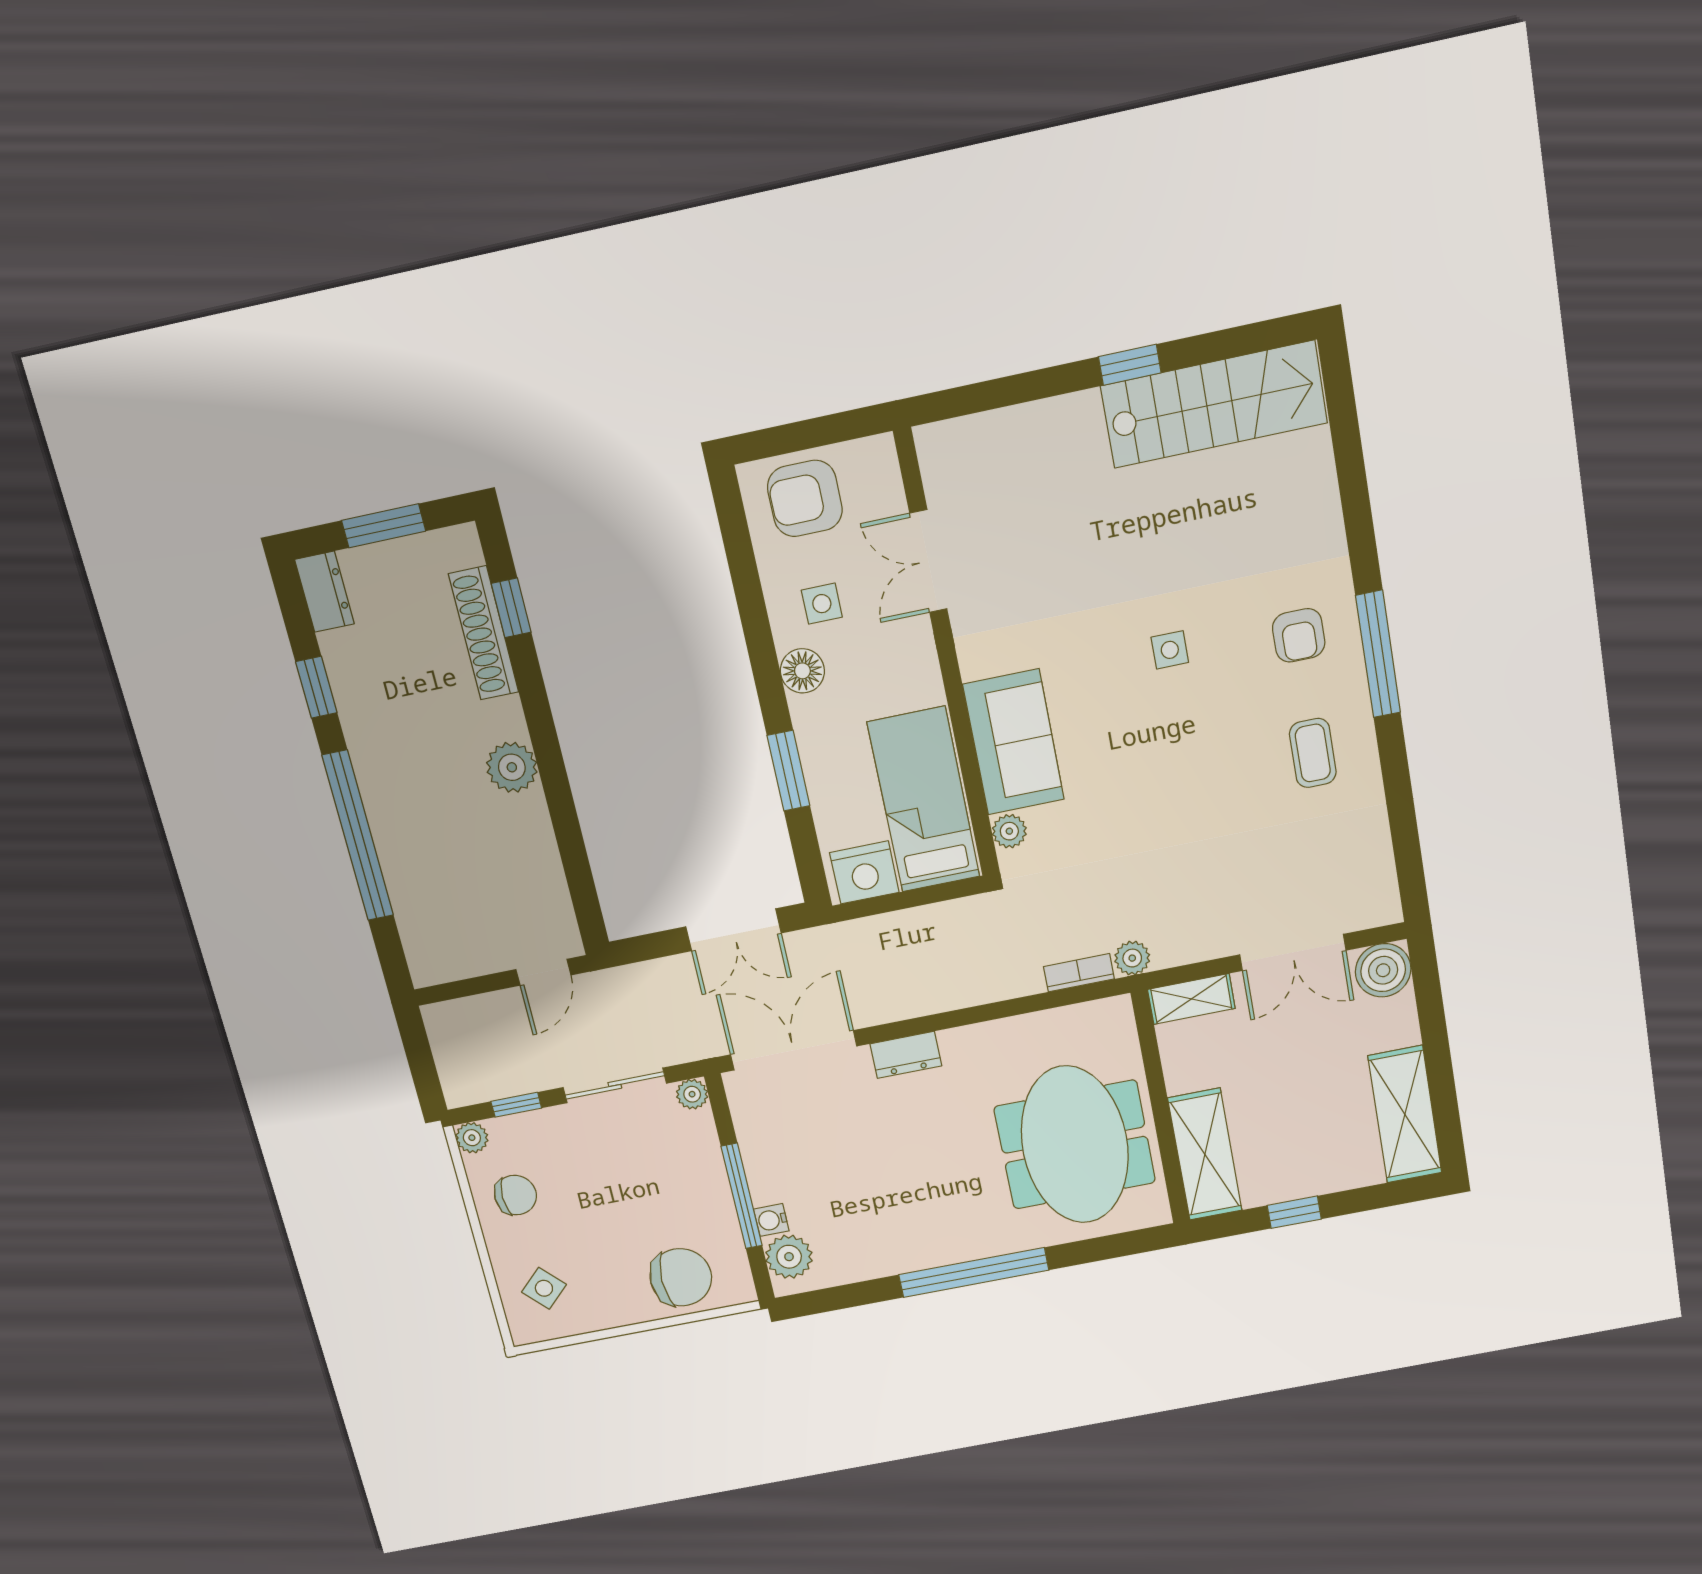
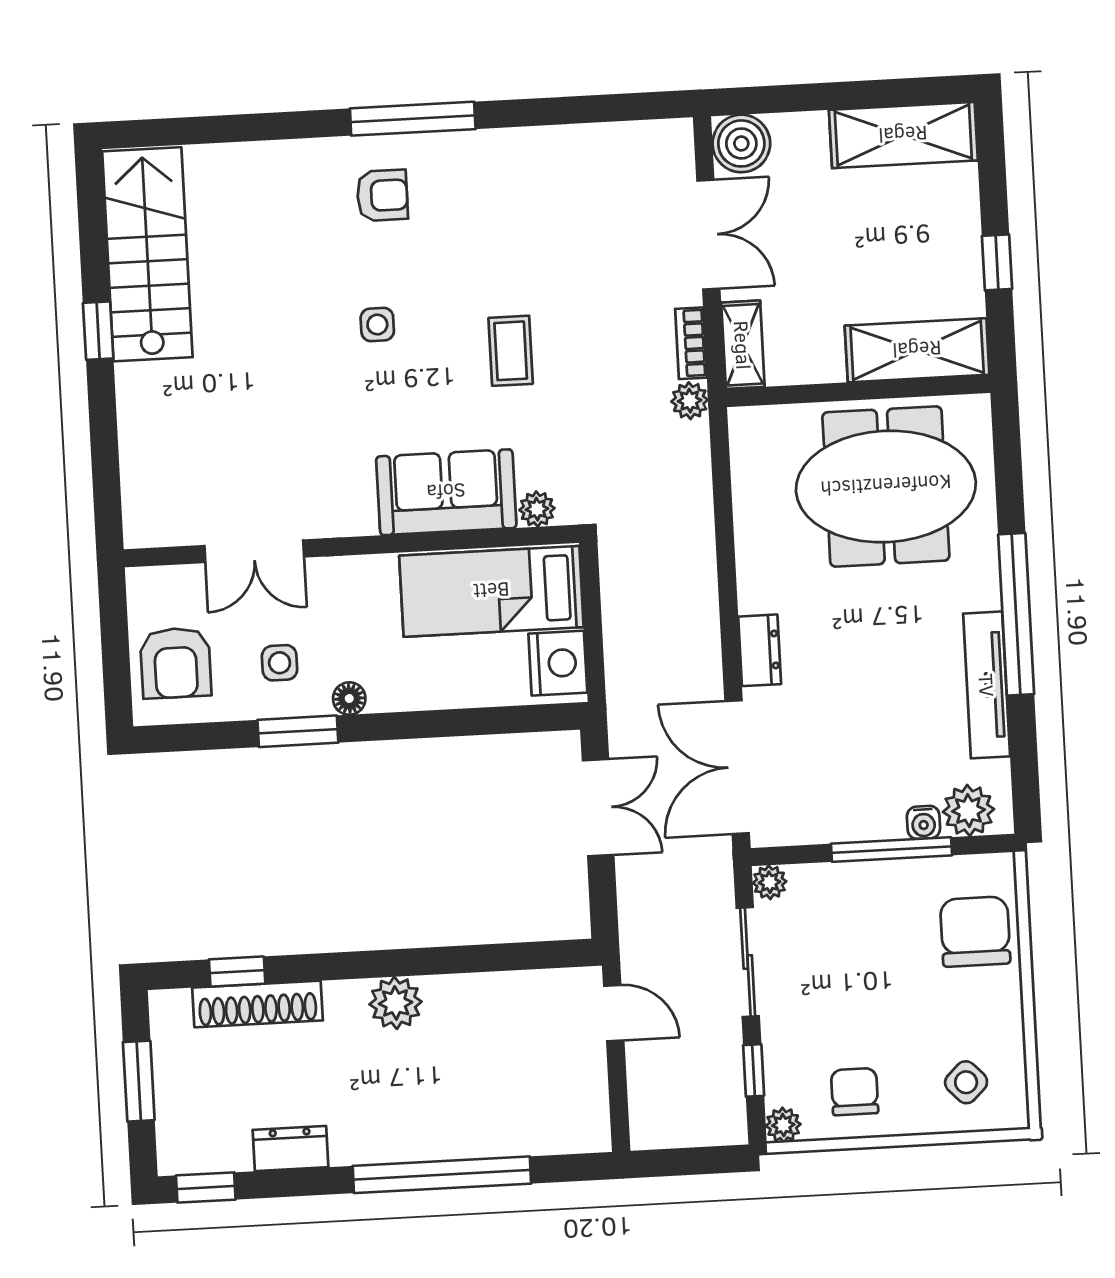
dresser: (324, 592) -> (290, 1149), moved
floor lamp: (802, 671) -> (349, 699), width x0.73, depth x0.73
window: (316, 687) -> (206, 1188), moved
coffee table: (1313, 753) -> (511, 351), moved, turned 90
window: (788, 771) -> (298, 731), moved
bookcase: (1079, 973) -> (691, 343), moved
tv unit: (906, 1256) -> (987, 685), added

